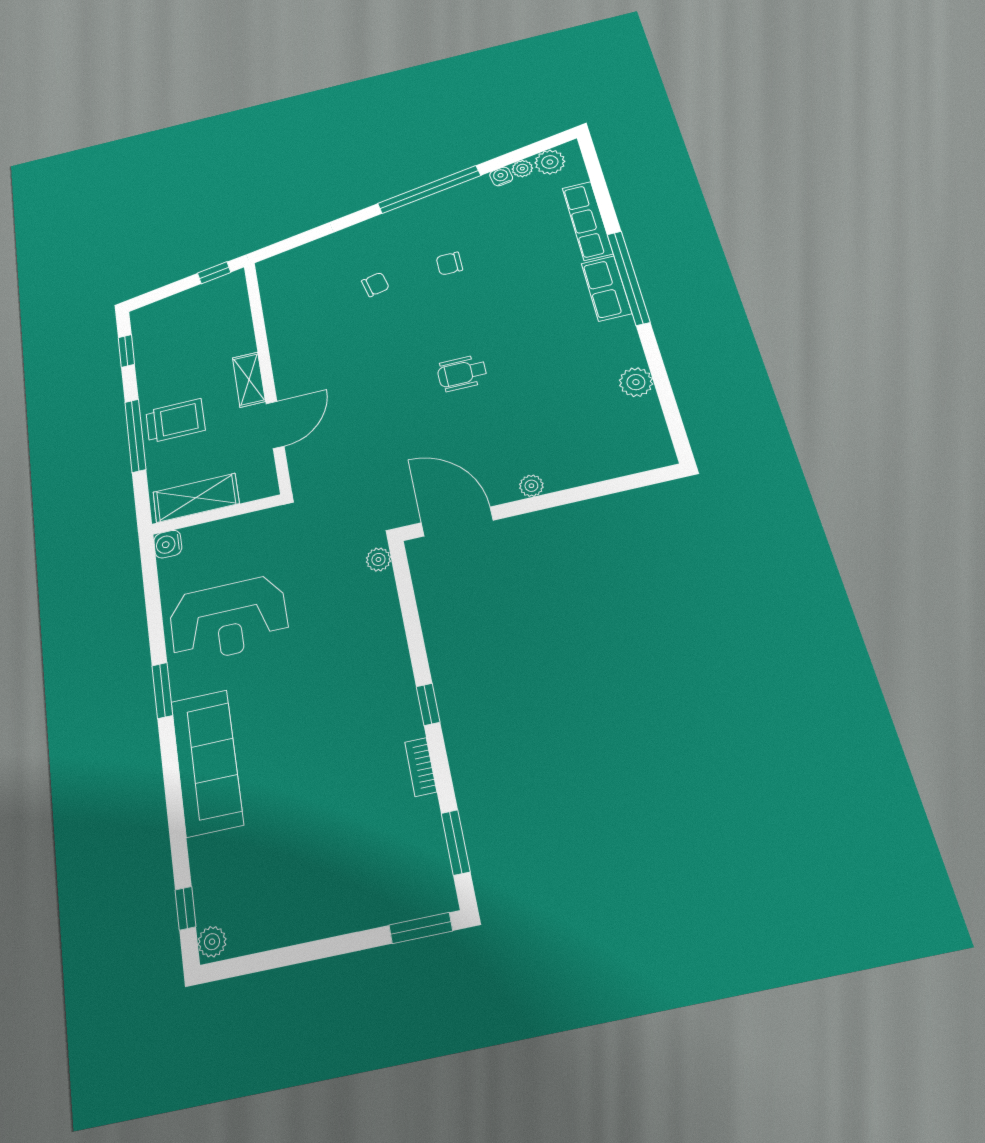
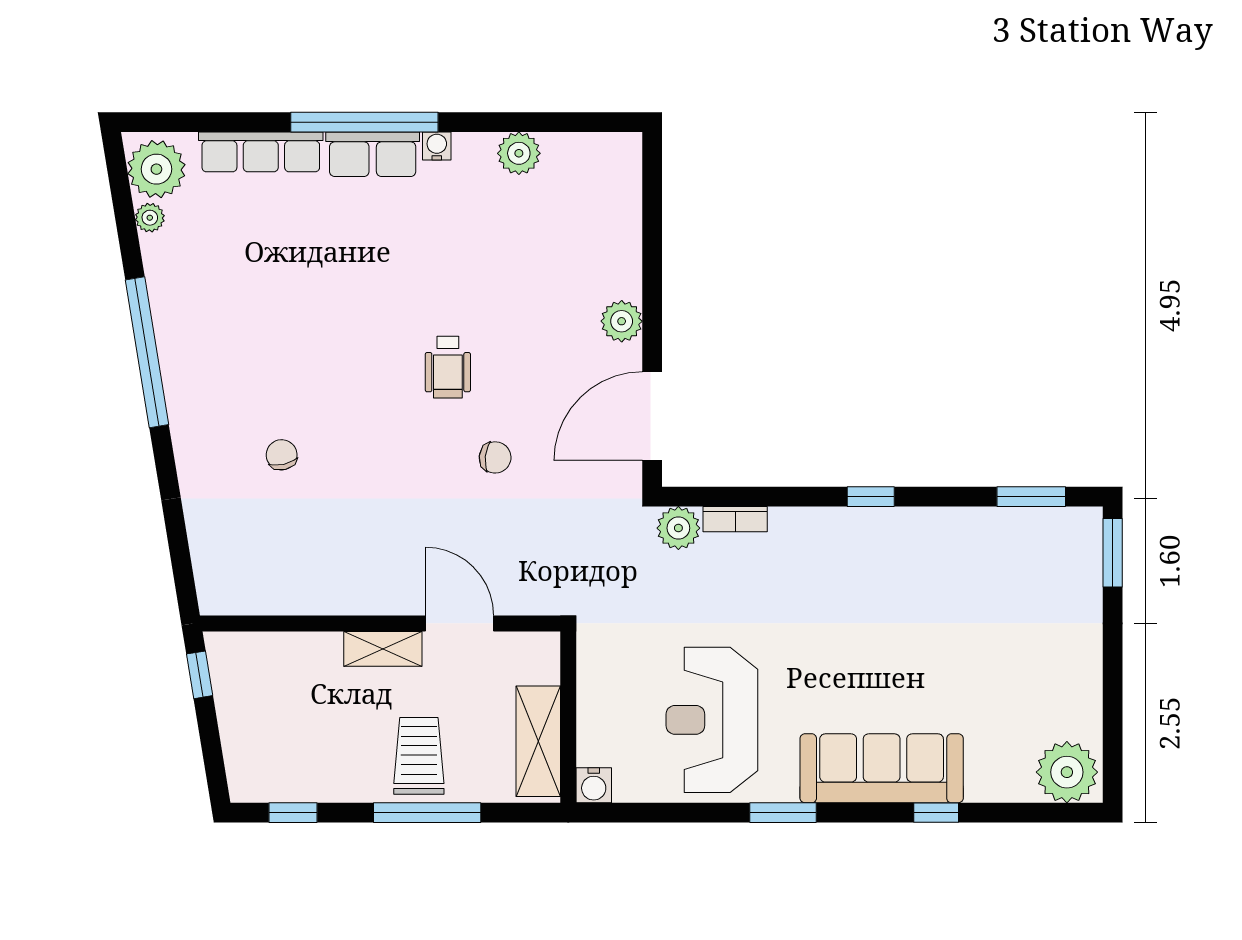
plant: (550, 162) -> (156, 169), width x1.36, depth x1.36
water cooler: (501, 176) -> (437, 146), moved, turned 99
chair: (449, 264) -> (495, 457), moved, turned -84
plant: (531, 486) -> (622, 321), width x1.38, depth x1.38
plant: (378, 559) -> (678, 528), width x1.38, depth x1.38
reception desk: (228, 619) -> (712, 720), turned 180
bookcase: (421, 767) -> (735, 519), moved
window: (185, 908) -> (936, 813), moved
plant: (212, 942) -> (1067, 772), width x1.88, depth x1.88

